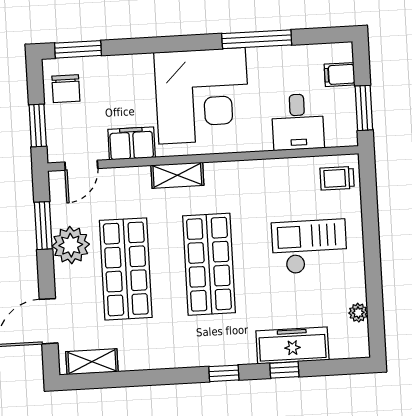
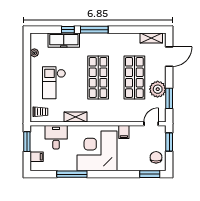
filing cabinet: (132, 143) -> (124, 132), width x0.50
shelving: (177, 175) -> (76, 117), moved
checkout: (309, 247) -> (54, 83), turned 90
window: (224, 373) -> (94, 30), width x2.17

